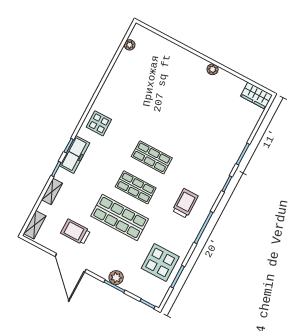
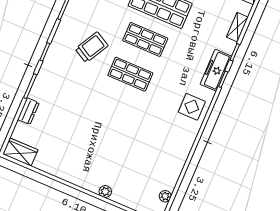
plant: (213, 69) -> (105, 191), moved
dresser: (246, 132) -> (28, 111), added
trolley: (185, 203) -> (92, 47), moved, turned -151

